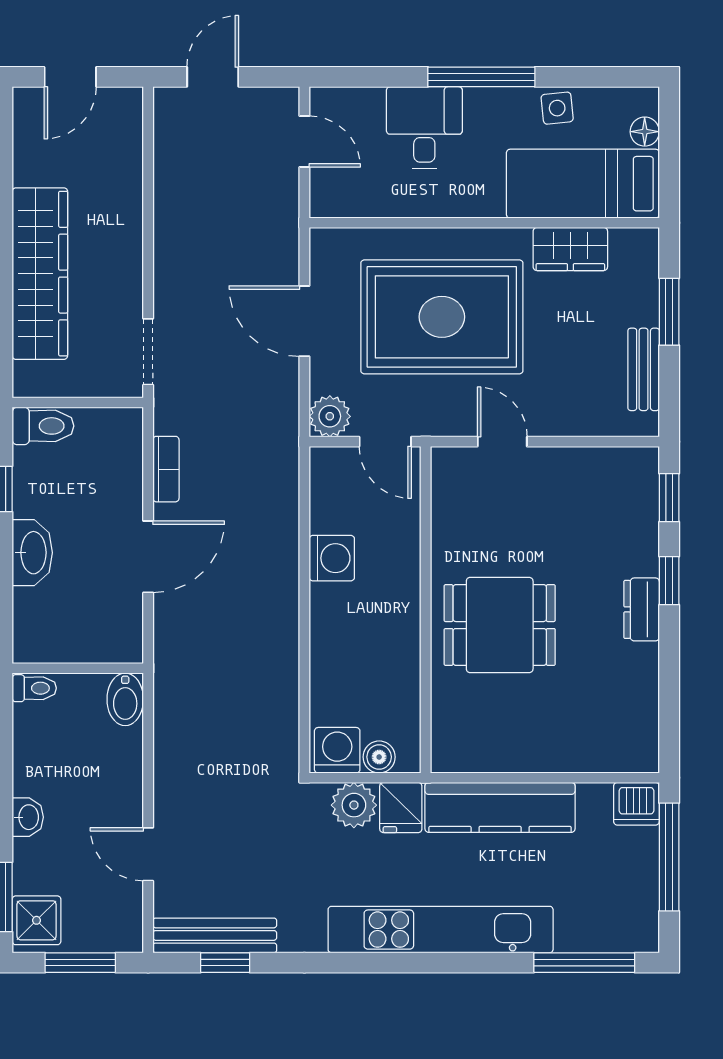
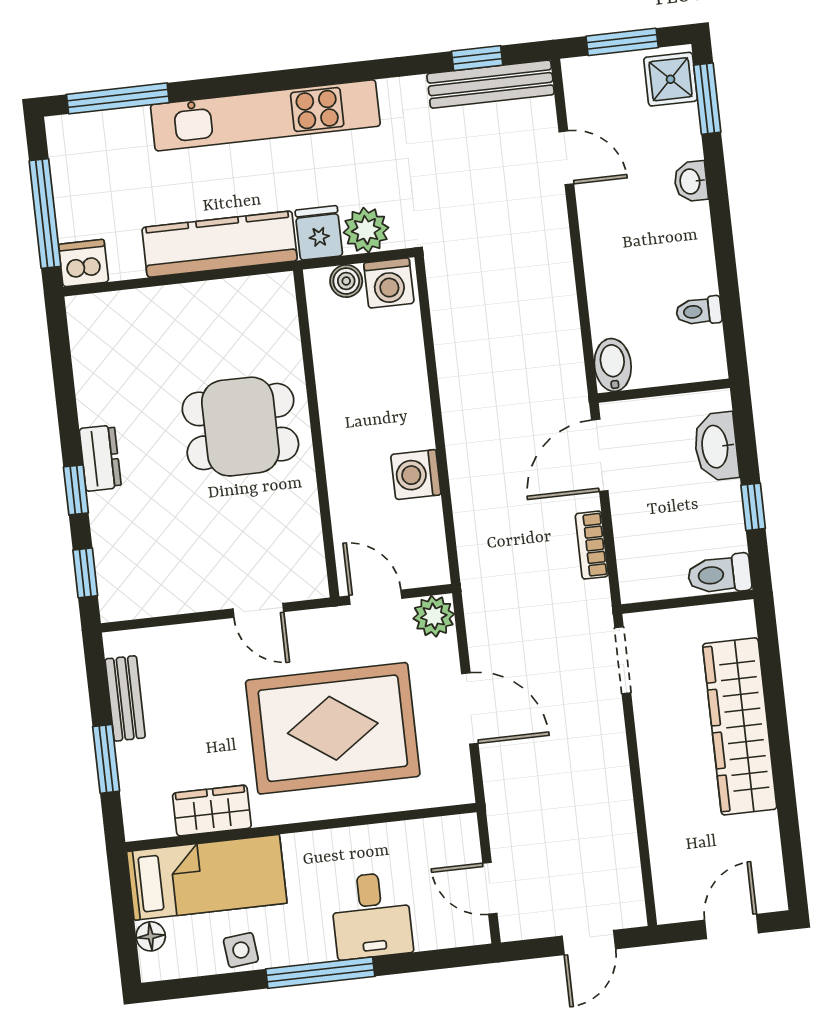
wall: (78, 668) -> (664, 391), moved
bidet: (125, 699) -> (613, 365), moved

